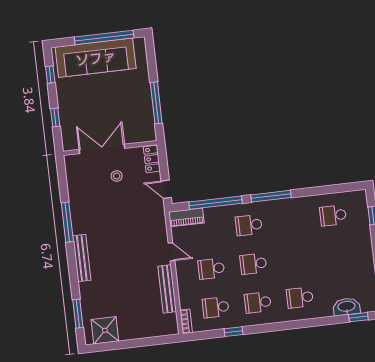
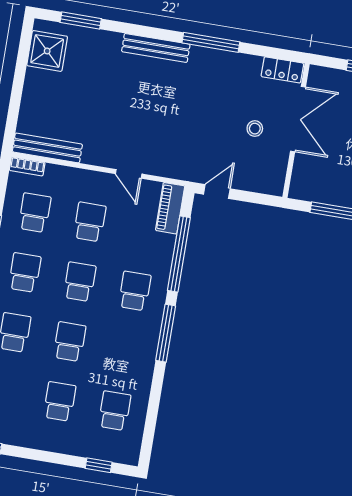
locker: (152, 159) -> (282, 70), moved, turned 180
door: (171, 252) -> (129, 174), hinge flipped
school desk: (337, 254) -> (60, 401), added
school desk: (295, 259) -> (70, 342), added
bench: (167, 289) -> (47, 148), moved

